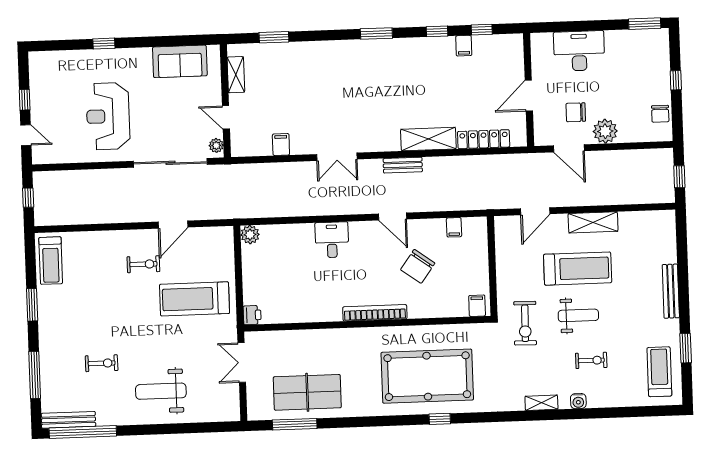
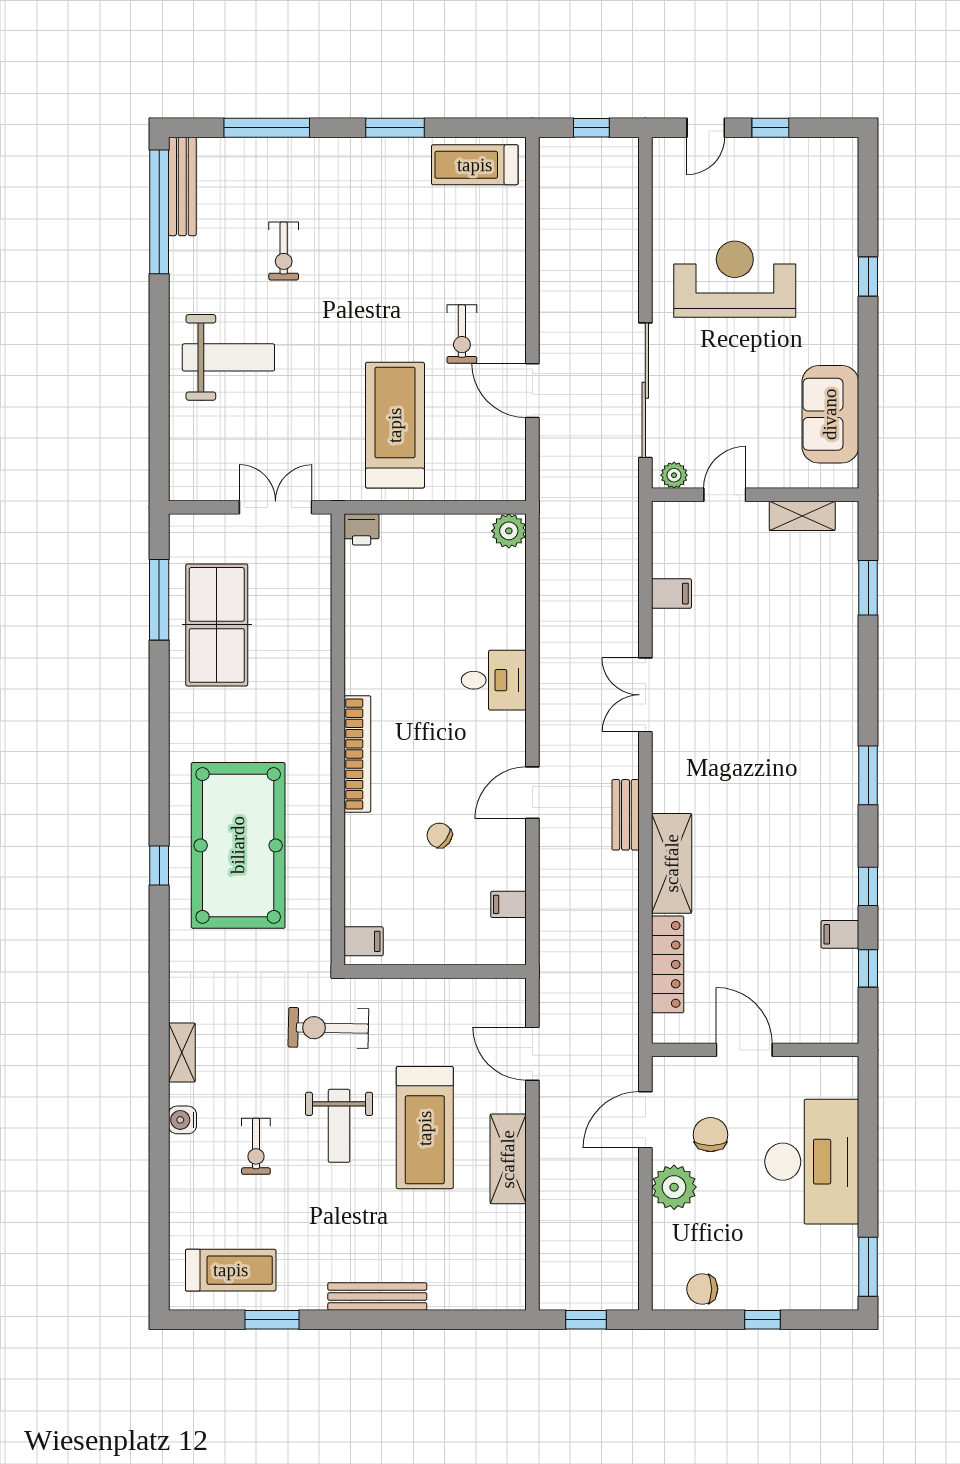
desk: (579, 51) -> (812, 1162), width x1.36, depth x1.30
chair: (418, 266) -> (439, 835), width x0.54, depth x0.54
weight bench: (161, 391) -> (228, 357), turned 90

